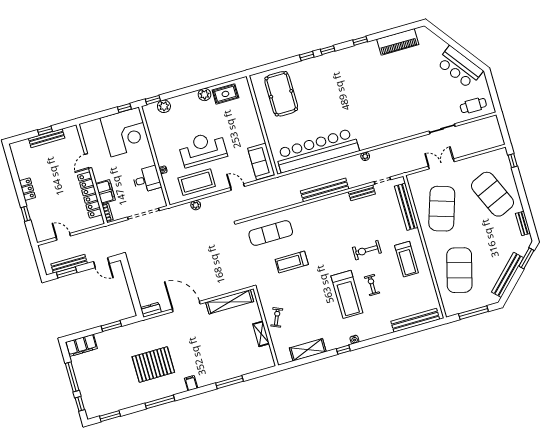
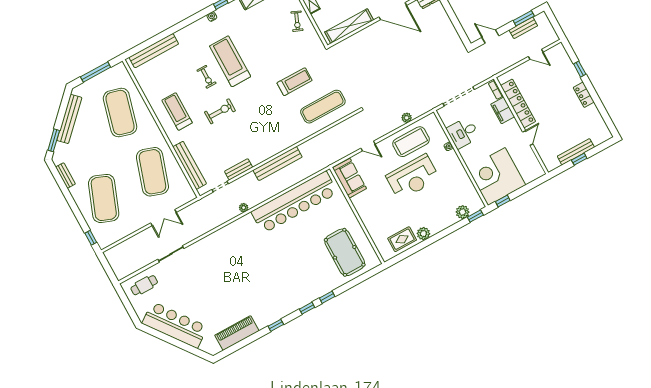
bar counter: (460, 67) -> (175, 325), width x1.36
exercise mat: (493, 194) -> (104, 198), turned 45
bench: (69, 264) -> (523, 28), width x0.73

